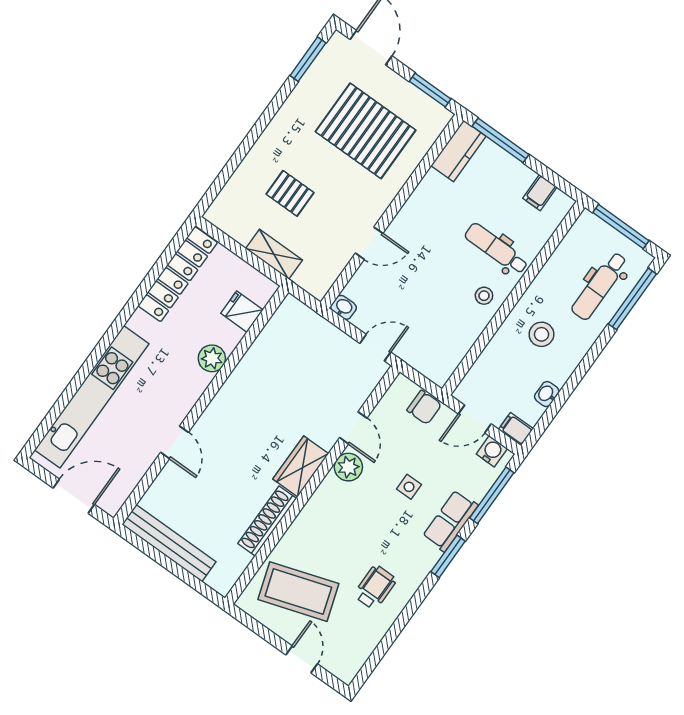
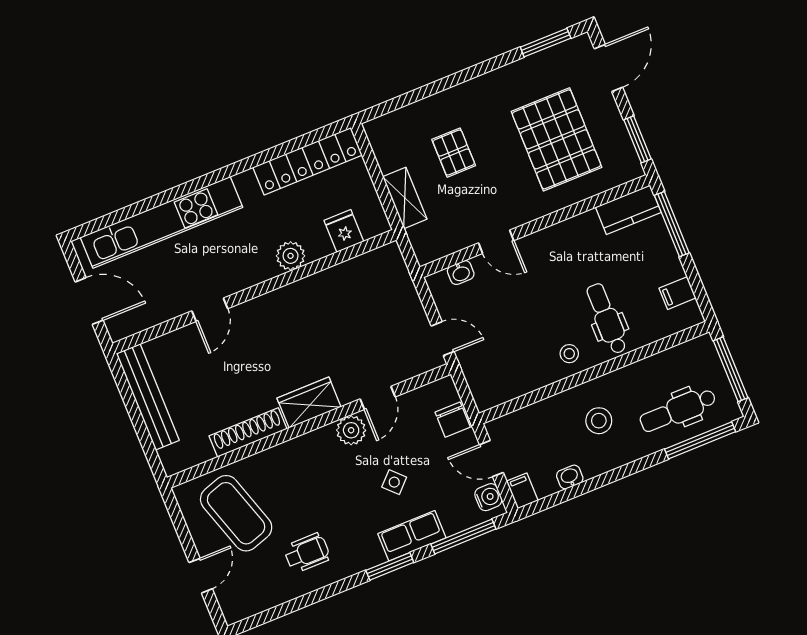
washbasin: (343, 307) -> (461, 273), moved, turned 90
side table: (409, 487) -> (394, 482), turned 45

